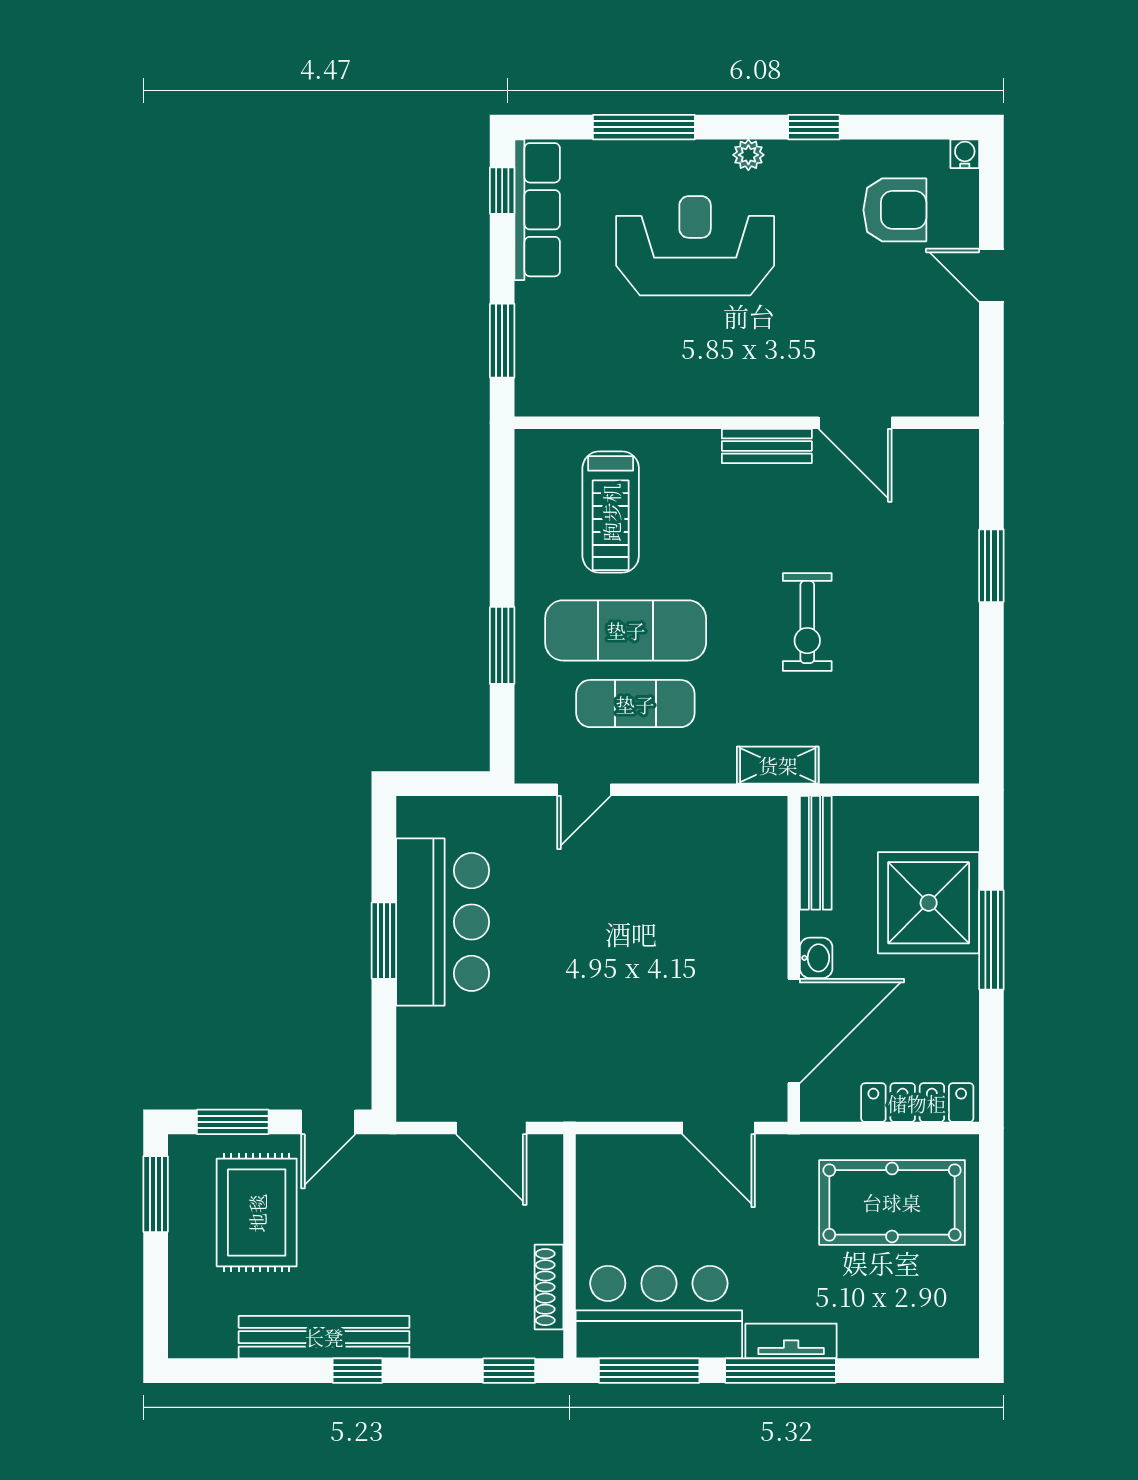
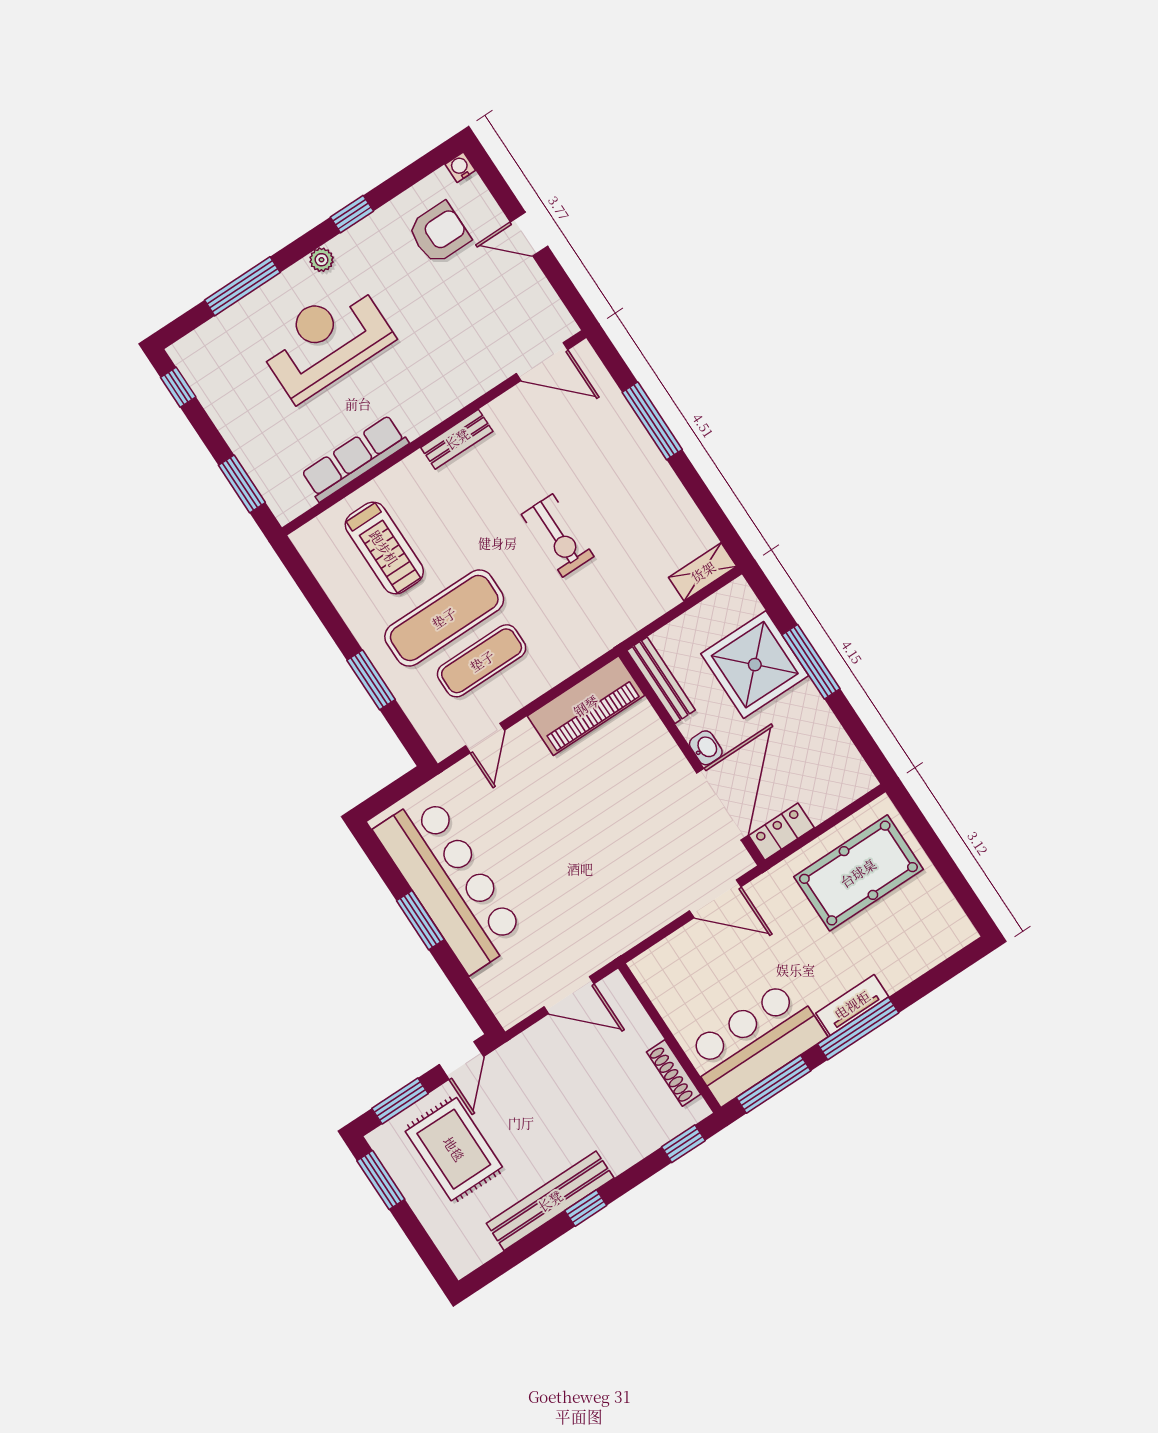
row of seats: (537, 210) -> (355, 459), moved, turned -90
door: (855, 423) -> (542, 362), moved
window: (991, 566) -> (652, 421), width x1.44
shelving: (778, 765) -> (703, 572), moved
piano: (717, 827) -> (586, 706), added
bar counter: (443, 922) -> (450, 883), width x1.36
locker: (917, 1103) -> (781, 832), moved, width x0.66

